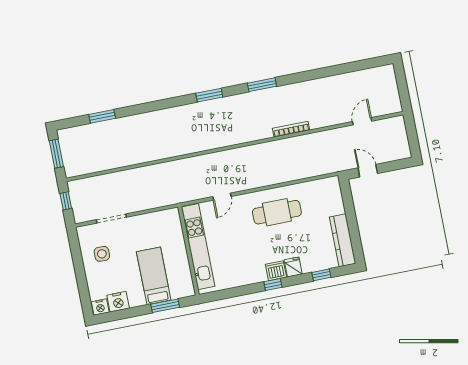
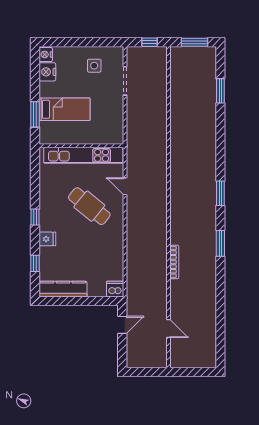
cafe table: (277, 212) -> (89, 206), moved, turned -51
dishwasher: (276, 271) -> (115, 289), moved, turned -90

